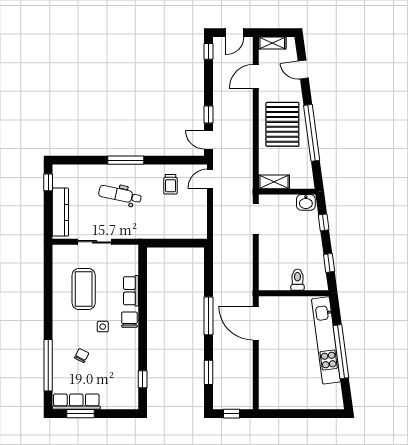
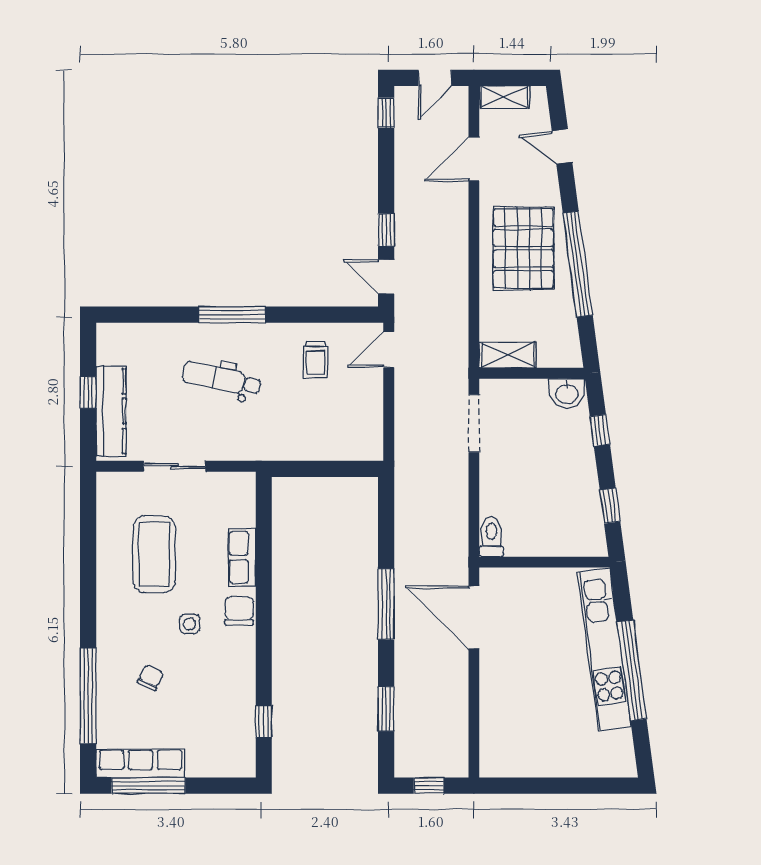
window: (48, 182) -> (88, 393), moved
toilet: (298, 280) -> (491, 537), moved
window: (81, 414) -> (148, 786), width x1.44

